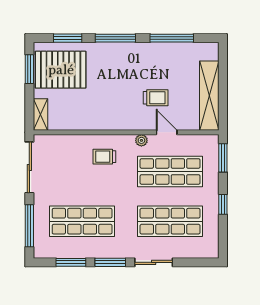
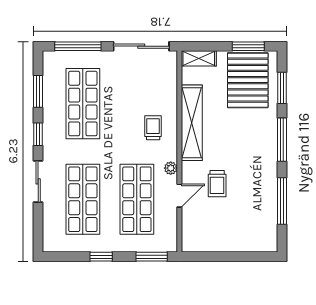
shelving: (209, 96) -> (192, 123), moved, turned 90
window: (110, 262) -> (38, 134), width x0.67

